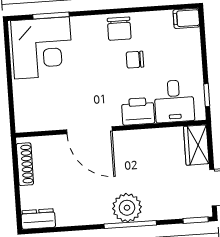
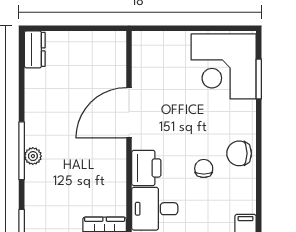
shoe rack: (25, 164) -> (96, 39), removed
plant: (127, 208) -> (33, 156), width x0.53, depth x0.53

